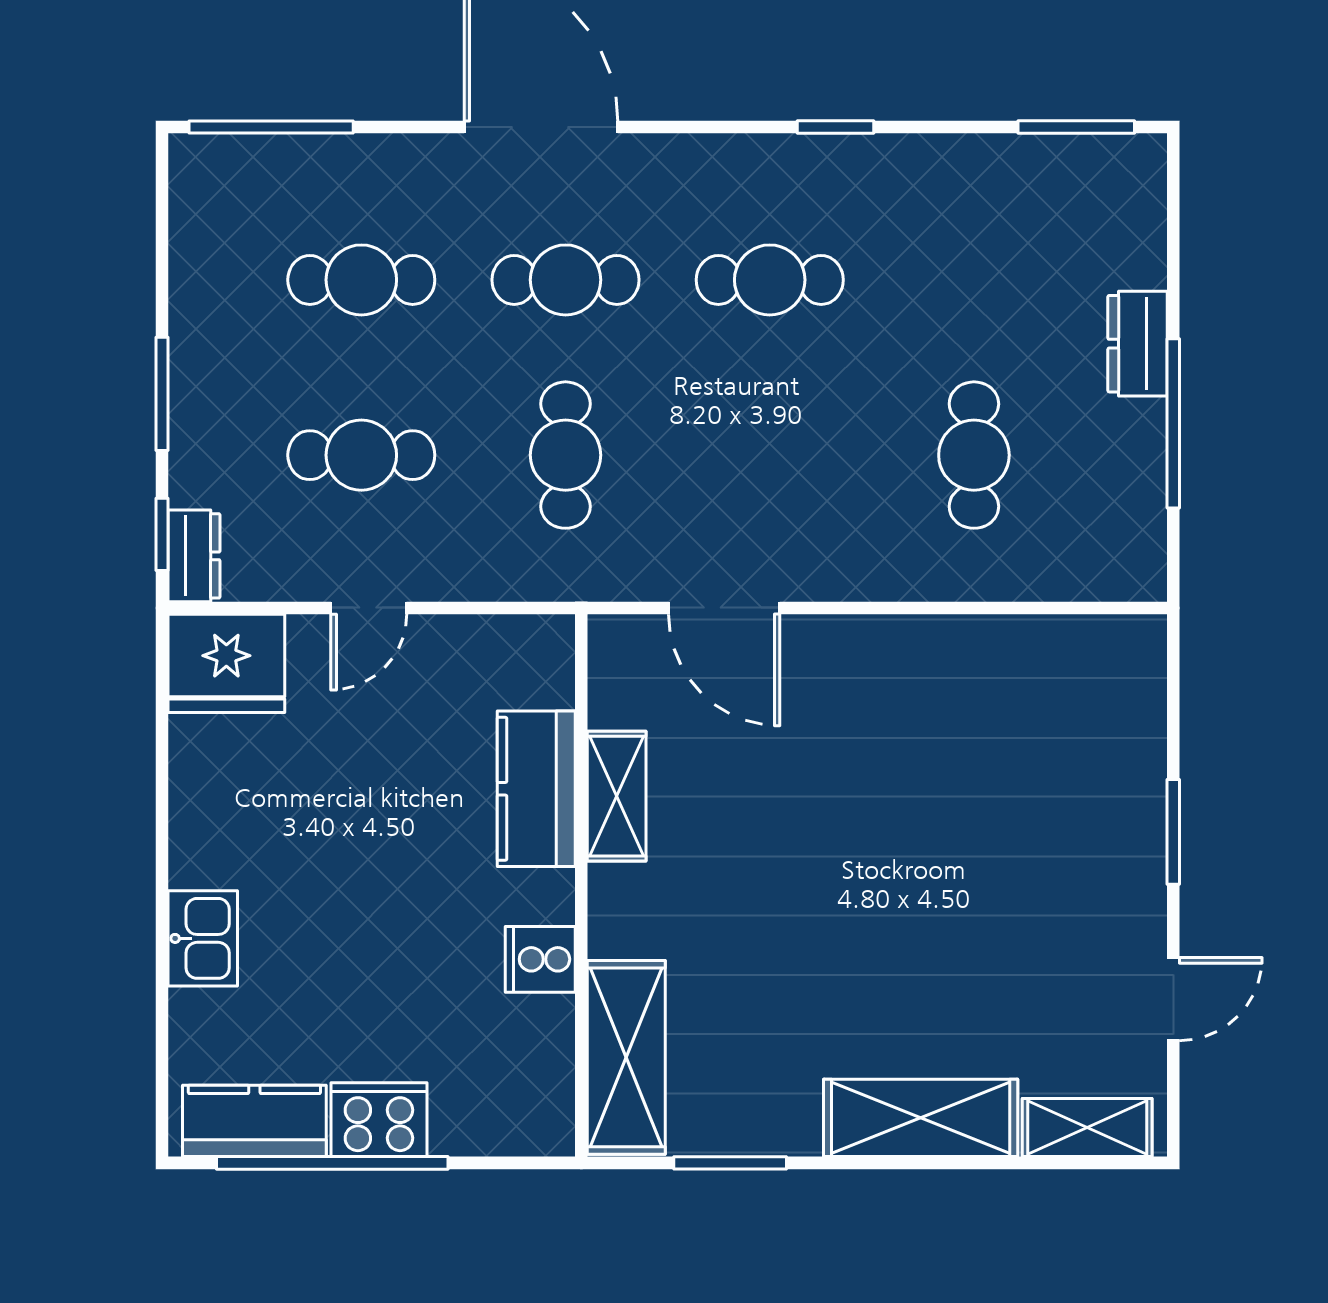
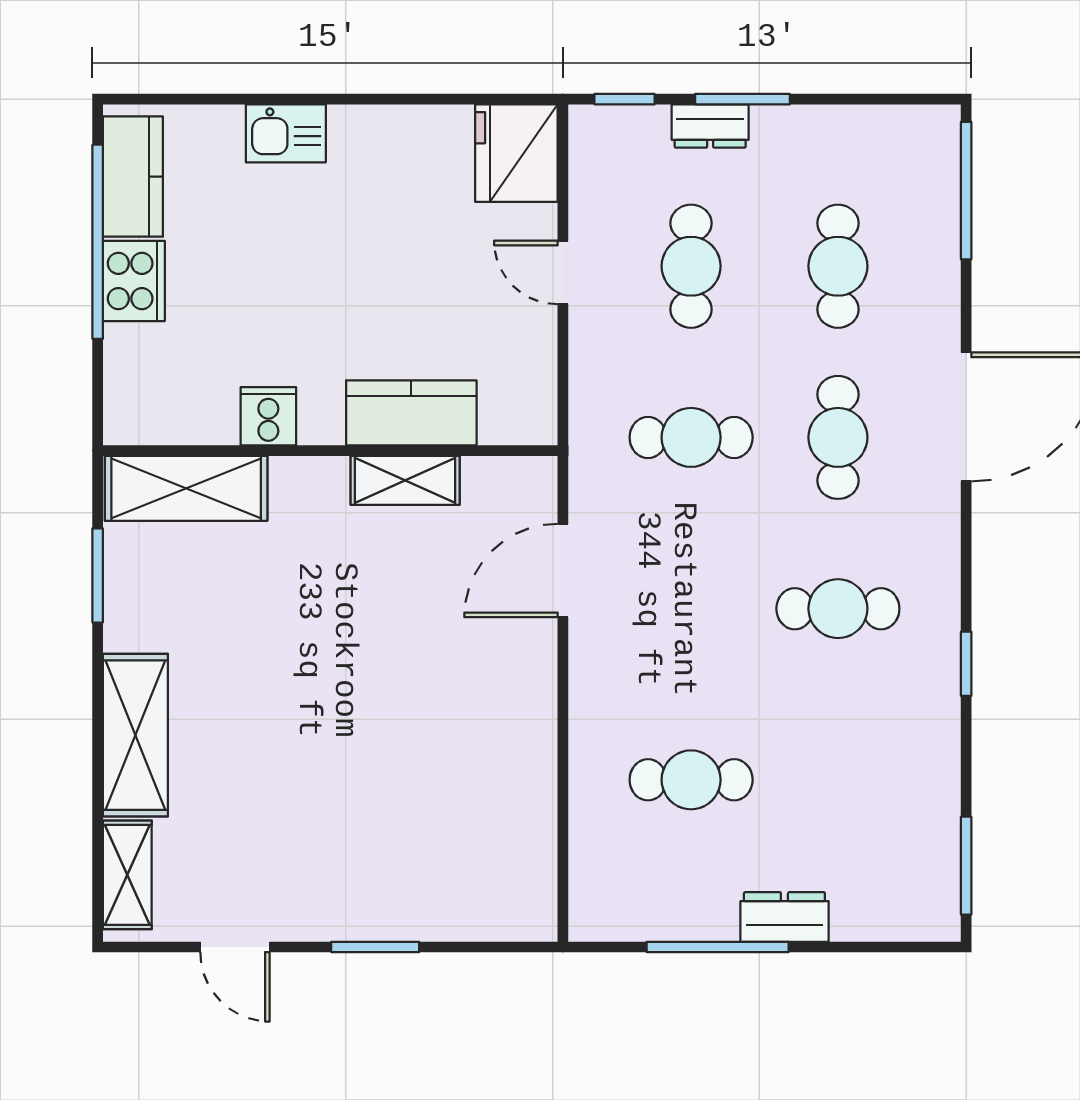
cafe table: (770, 280) -> (838, 609), turned 90
dresser: (194, 556) -> (710, 126), moved

